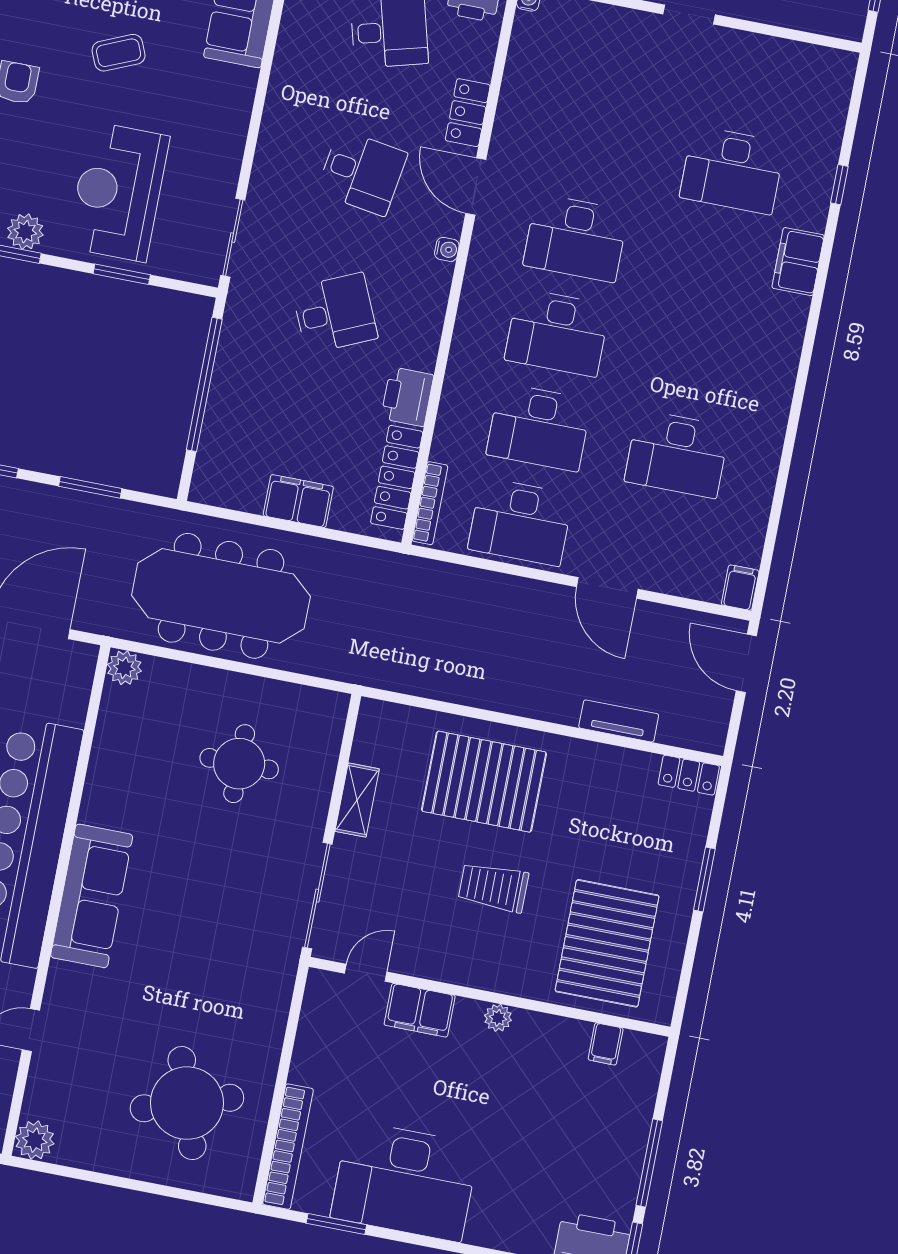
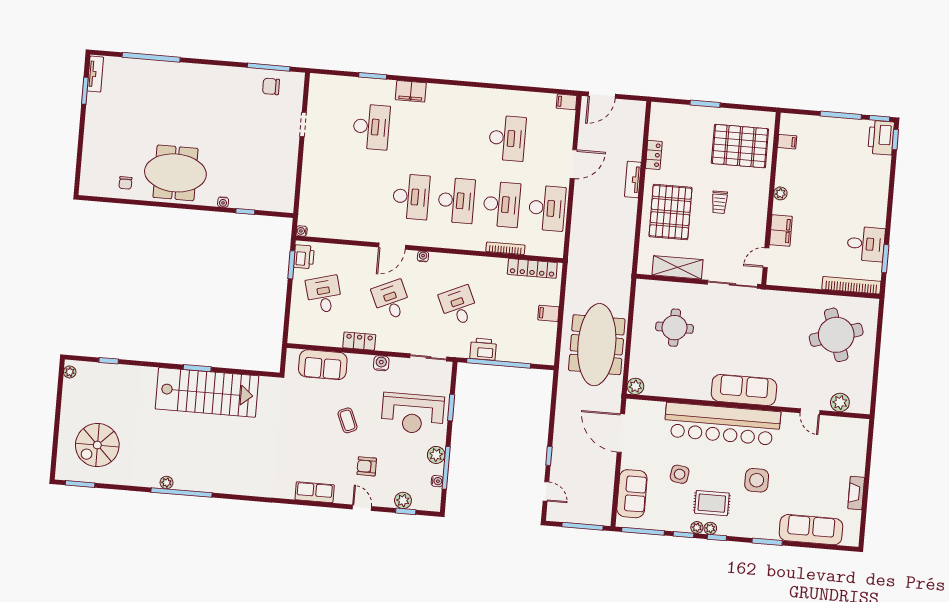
doorway: (689, 14) -> (303, 124), moved
locker: (468, 113) -> (359, 341), moved, turned 180
water cooler: (231, 137) -> (381, 363), added
desk: (362, 173) -> (391, 300), turned -33
window: (839, 185) -> (373, 76), width x1.50
printer: (407, 397) -> (483, 349), moved, turned 180
window: (90, 487) -> (553, 411), removed
filing cabinet: (298, 501) -> (548, 313), width x0.50
bookcase: (430, 503) -> (505, 248), moved
tv unit: (619, 721) -> (633, 179), moved
locker: (689, 775) -> (654, 155), moved
shelving: (357, 800) -> (678, 267), width x1.50, depth x1.33
trolley: (493, 887) -> (719, 202), width x0.73, depth x0.72
door: (366, 973) -> (766, 258), hinge flipped
plant: (35, 1140) -> (840, 402), moved
desk: (405, 1181) -> (866, 244), width x0.53, depth x0.77

